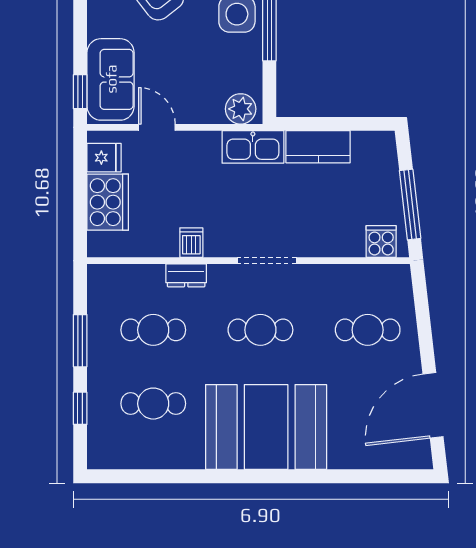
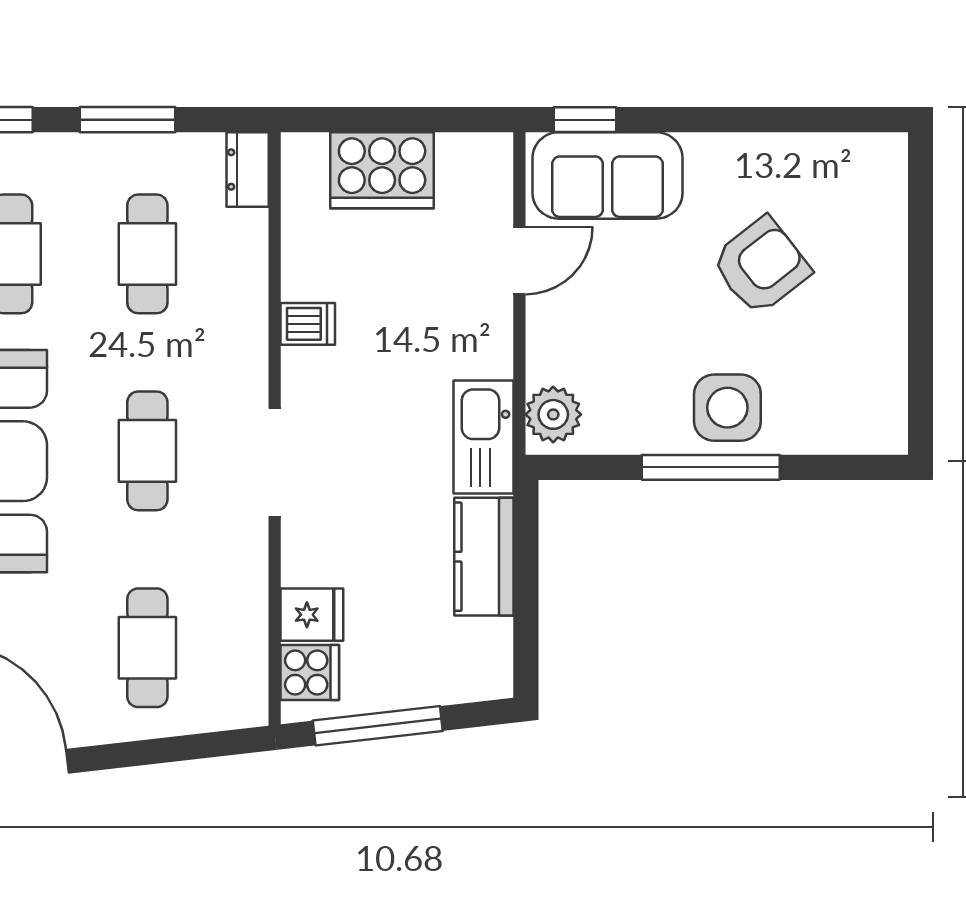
fridge: (104, 158) -> (312, 615), moved, turned -90
dresser: (186, 275) -> (248, 170), moved

